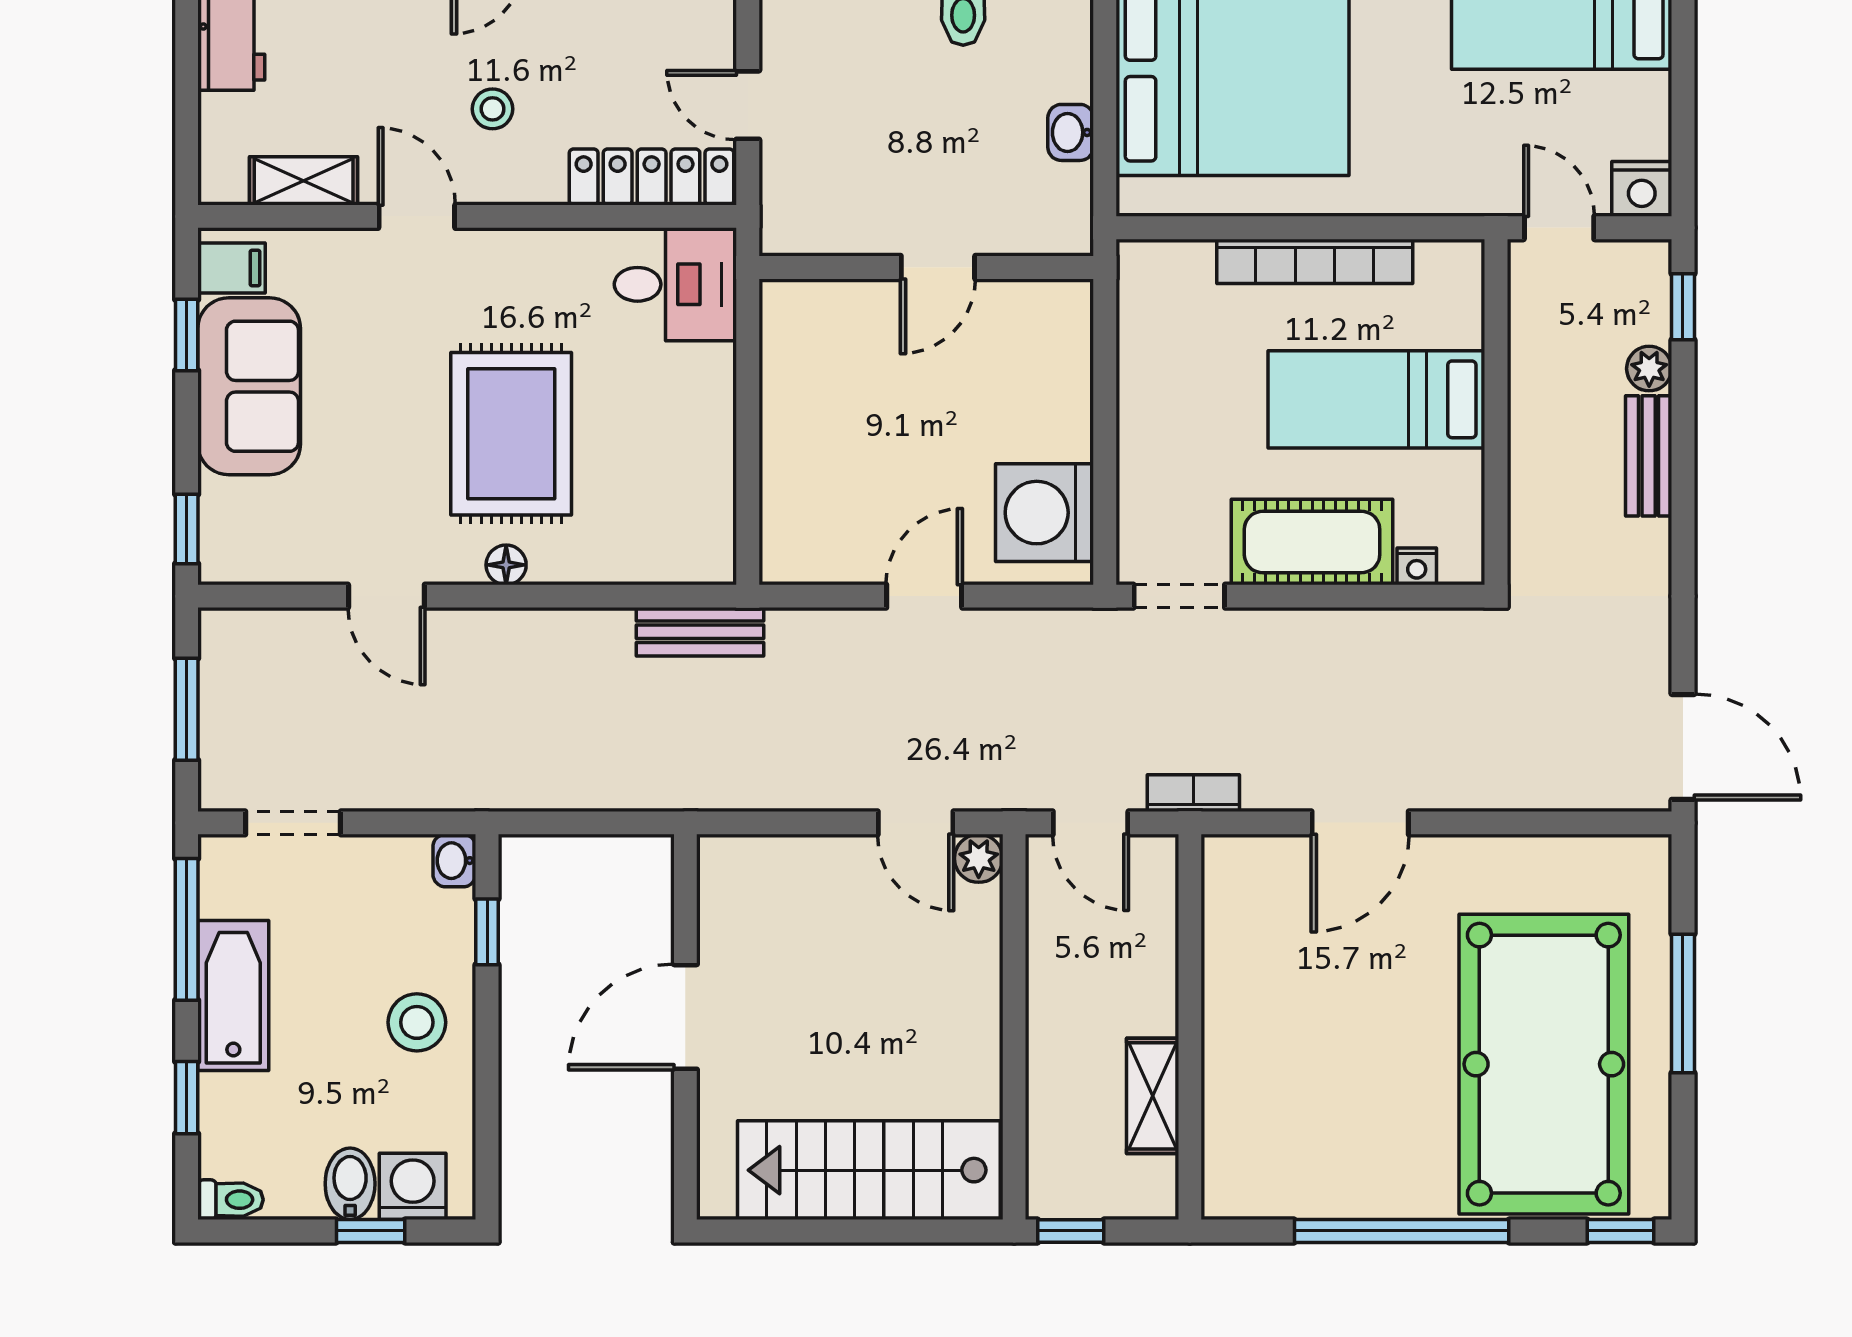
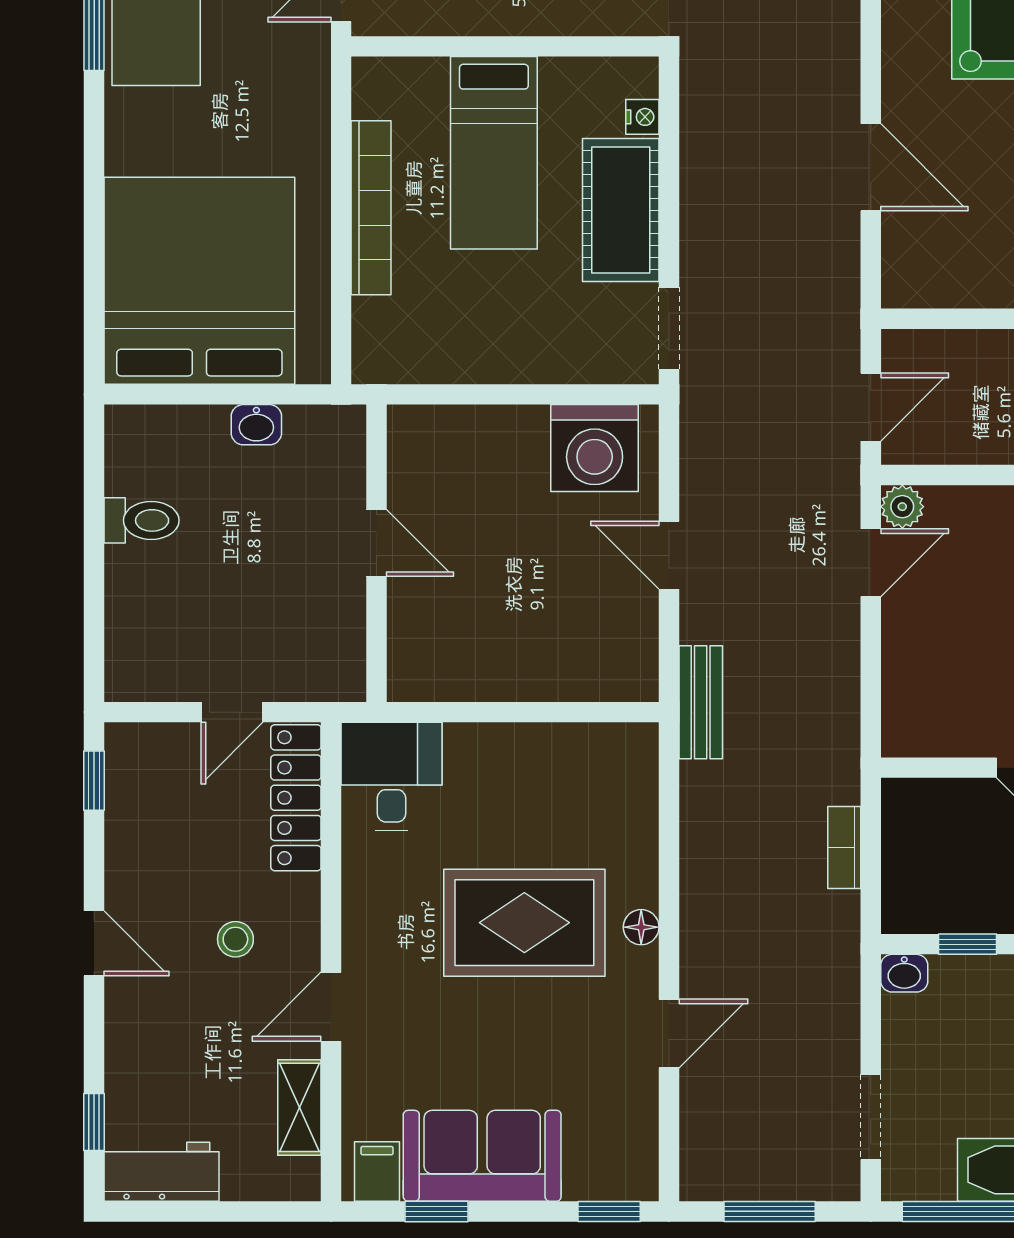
bench: (700, 632) -> (701, 702), moved
bookcase: (1193, 793) -> (844, 848), moved

